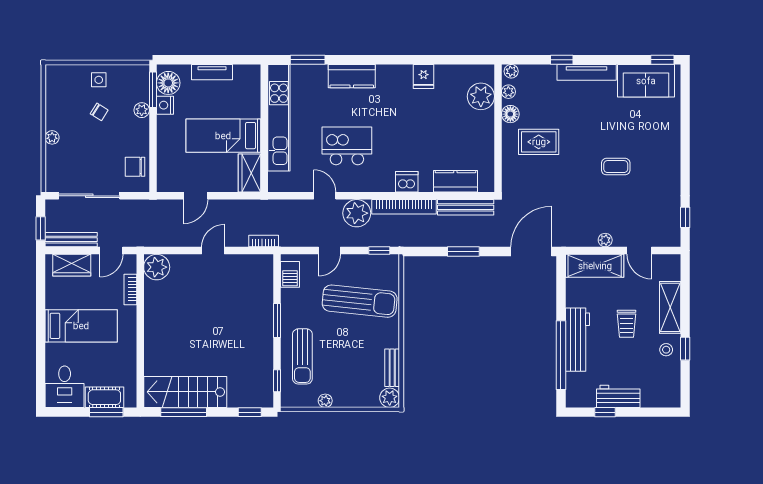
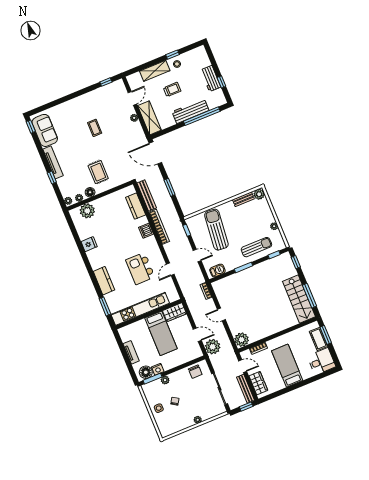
plant: (357, 213) -> (213, 347), moved

